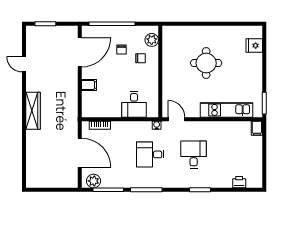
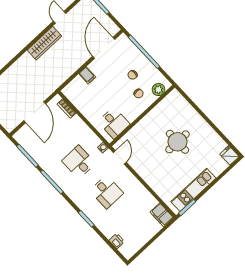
fridge: (254, 46) -> (229, 155), moved
door: (80, 52) -> (104, 48), swing flipped
desk: (134, 104) -> (114, 123), moved, turned -90
kitchen unit: (227, 110) -> (193, 190), moved, turned -90
wardrobe: (33, 111) -> (44, 43), moved
filing cabinet: (257, 128) -> (162, 215), width x2.00
desk: (194, 154) -> (107, 192), turned 90
plant: (94, 181) -> (24, 140), removed

